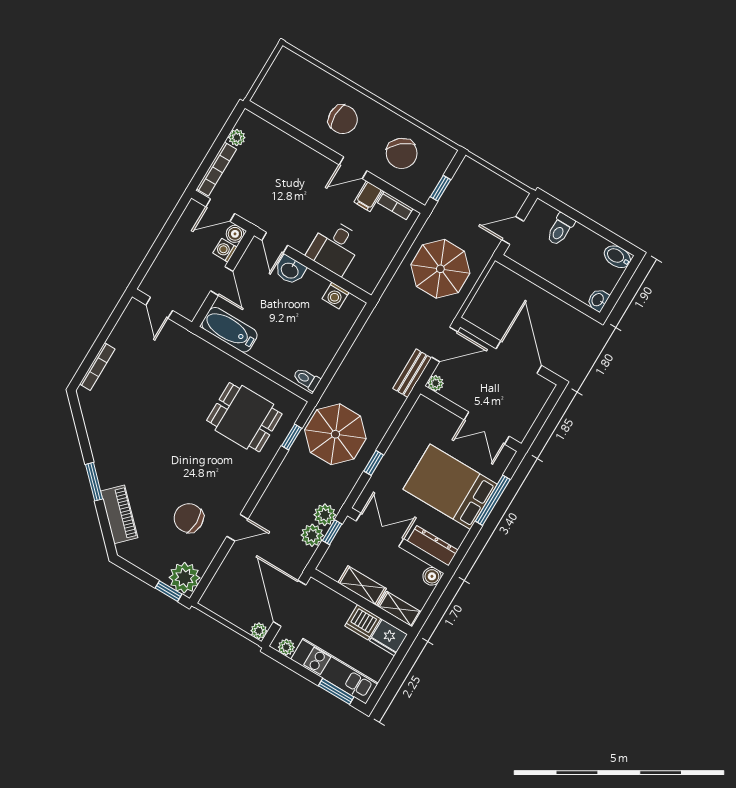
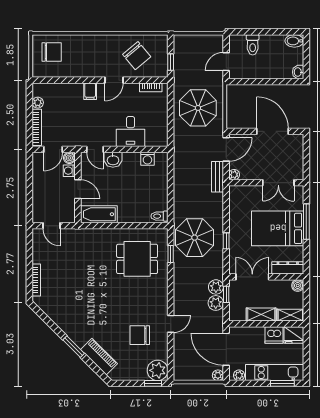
chair: (343, 119) -> (52, 52), moved
filing cabinet: (368, 196) -> (90, 91), moved

